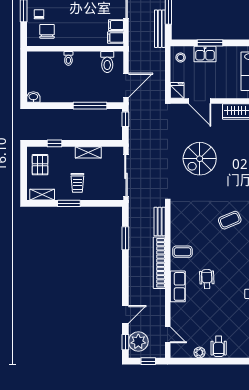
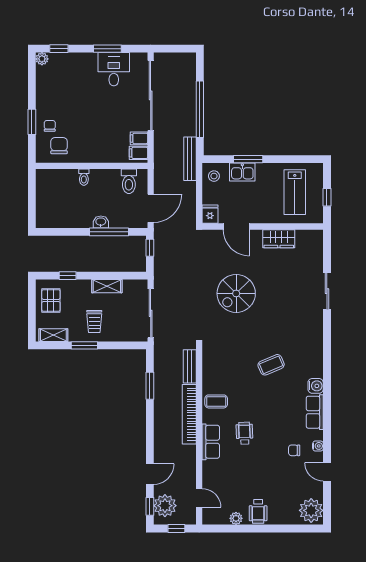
bench: (160, 29) -> (190, 159), moved
washbasin: (33, 97) -> (101, 222), moved

